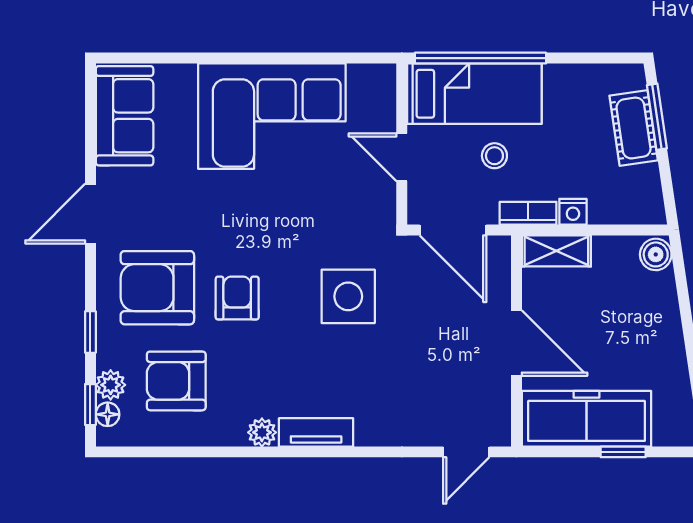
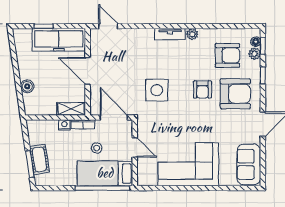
boiler: (656, 254) -> (27, 86), moved
door: (466, 452) -> (108, 26), hinge flipped

